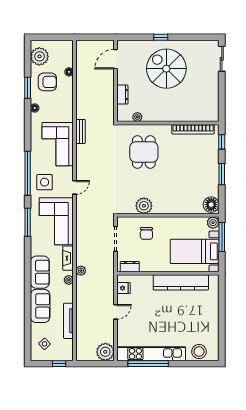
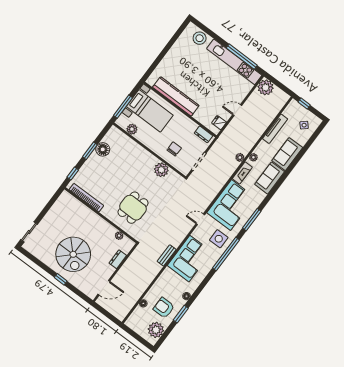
floor lamp: (211, 205) -> (103, 149), moved
plant: (213, 223) -> (132, 129), moved

